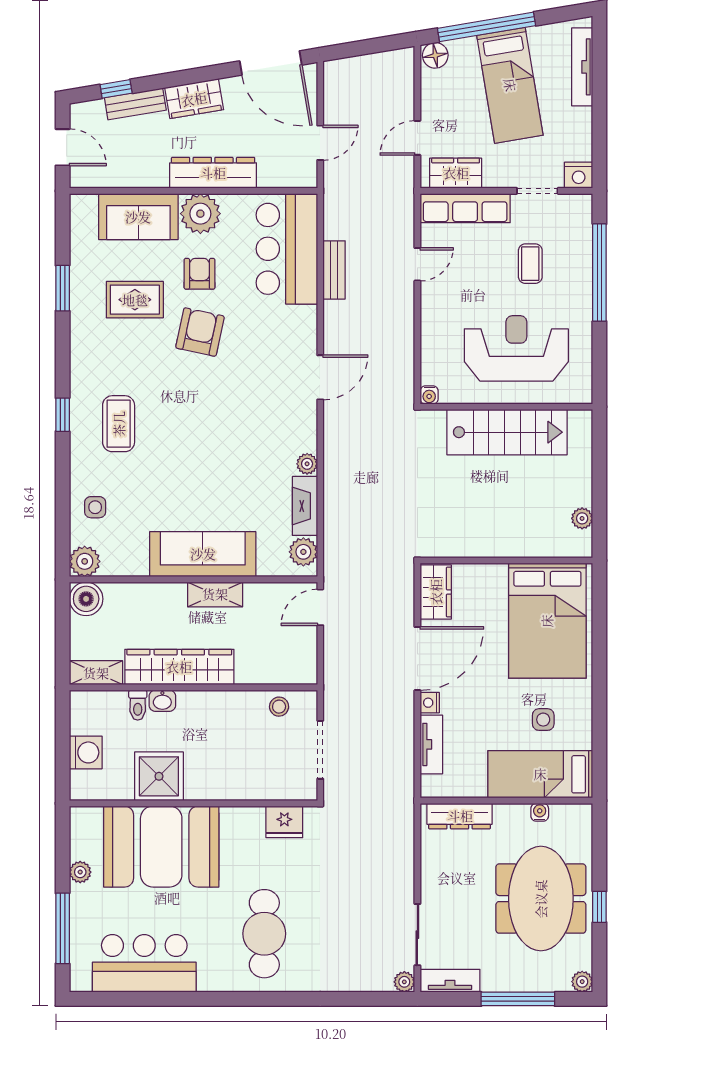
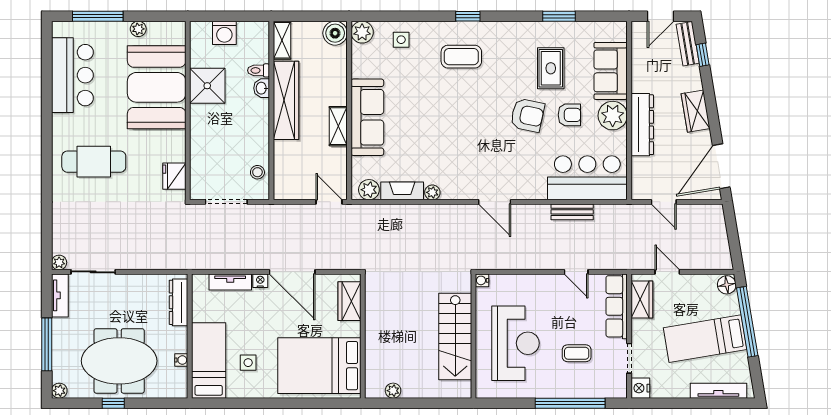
bench: (135, 104) -> (688, 44), moved
wardrobe: (436, 592) -> (349, 301), moved, turned 90

